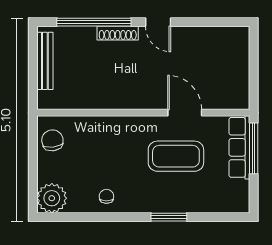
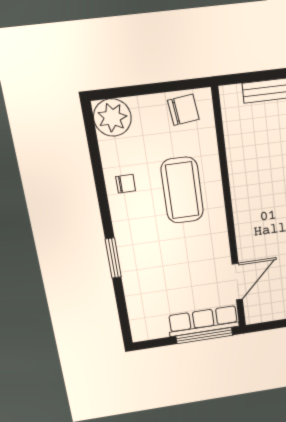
door: (185, 113) -> (237, 282), moved
coffee table: (176, 156) -> (182, 190), moved

